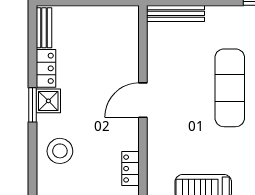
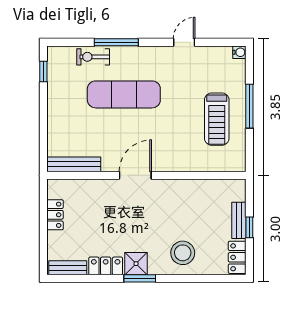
bench: (176, 13) -> (74, 164), moved, turned 90
door: (143, 100) -> (135, 175), swing flipped
locker: (130, 169) -> (55, 215), moved, turned -90

